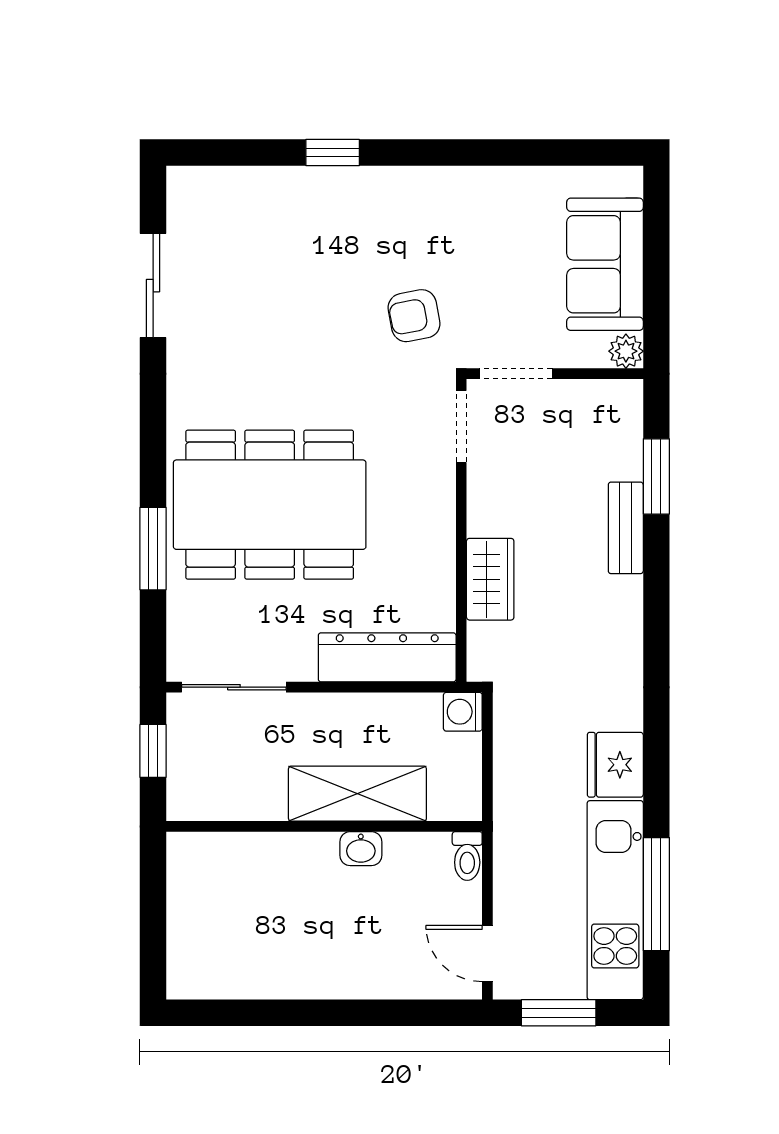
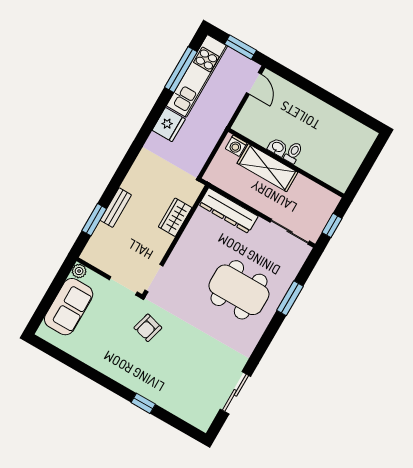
armchair: (414, 316) -> (148, 328), turned 116
dining table: (270, 505) -> (239, 290), width x0.73, depth x0.80
washing machine: (463, 712) -> (236, 146), moved, turned 90
toilet: (467, 856) -> (293, 153), moved

